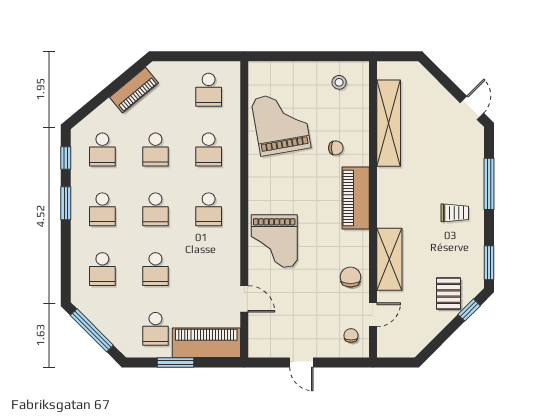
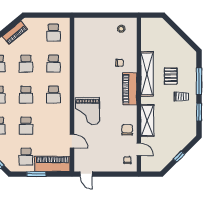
door: (472, 108) -> (190, 42), removed
grand piano: (281, 123) -> (91, 50), removed
shelving: (389, 123) -> (147, 74), moved
window: (489, 263) -> (199, 112), moved
pallet: (448, 293) -> (171, 76), moved
window: (469, 310) -> (179, 157), moved
door: (373, 315) -> (139, 149), hinge flipped
door: (301, 362) -> (86, 174), moved

